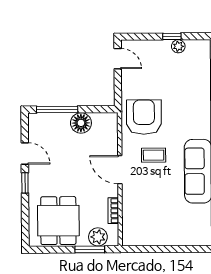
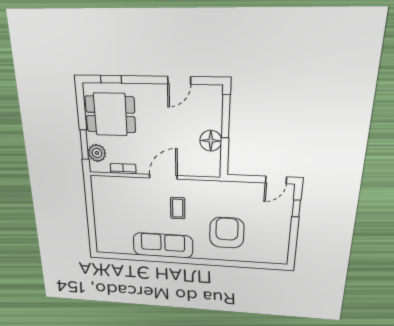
window: (172, 36) -> (296, 208), moved
plant: (178, 46) -> (284, 236), removed
armchair: (144, 117) -> (227, 233), moved, turned -90
window: (25, 183) -> (111, 79), moved

